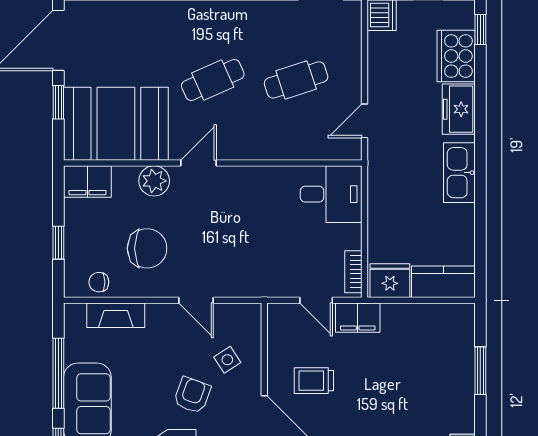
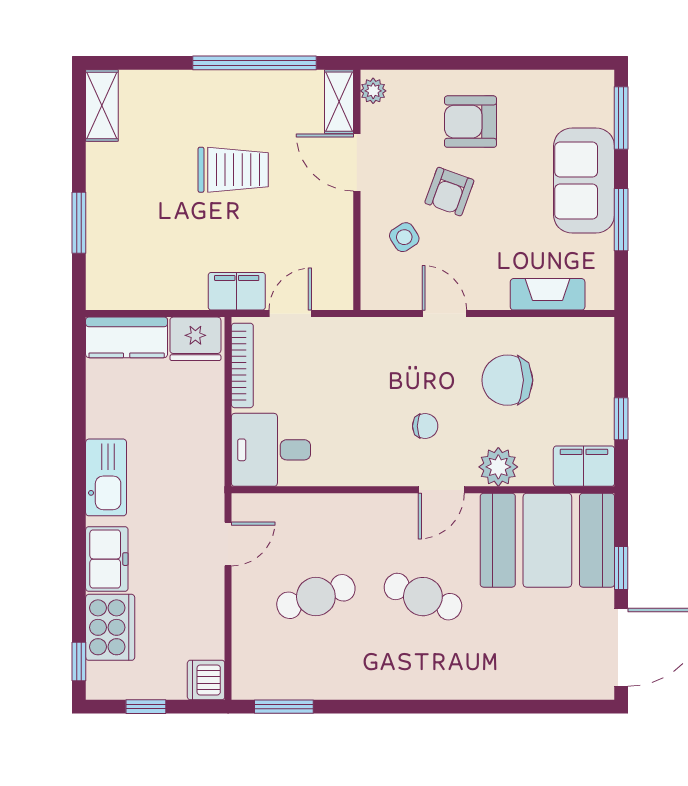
cafe table: (213, 80) -> (423, 597), turned 45
window: (58, 243) -> (621, 419), moved
bookcase: (353, 272) -> (242, 365), width x1.56
chair: (99, 282) -> (425, 426), moved
door: (316, 300) -> (290, 314), hinge flipped
window: (58, 373) -> (621, 220), width x0.69
trolley: (314, 381) -> (233, 170), moved, width x1.36, depth x1.39

